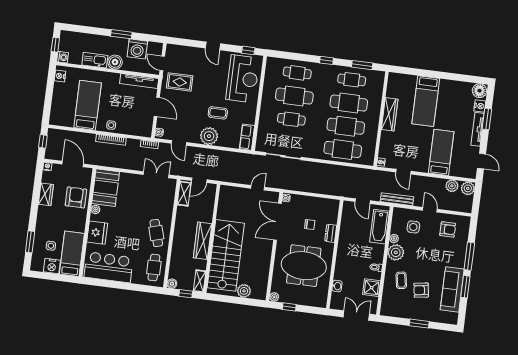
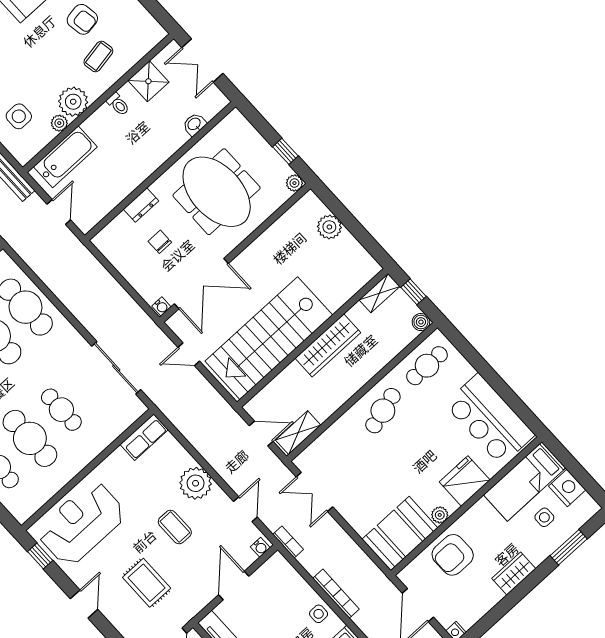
rug: (180, 82) -> (147, 583), moved
coffee table: (218, 113) -> (175, 527), moved
wardrobe: (46, 194) -> (514, 574), moved
stairs: (226, 255) -> (269, 338), moved

